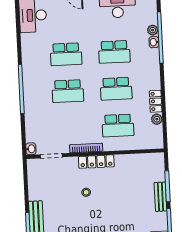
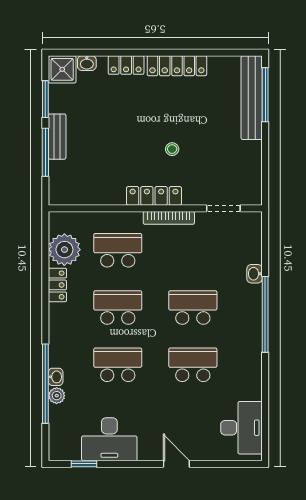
plant: (157, 119) -> (64, 250), width x1.88, depth x1.88
washbasin: (31, 149) -> (255, 274), moved

